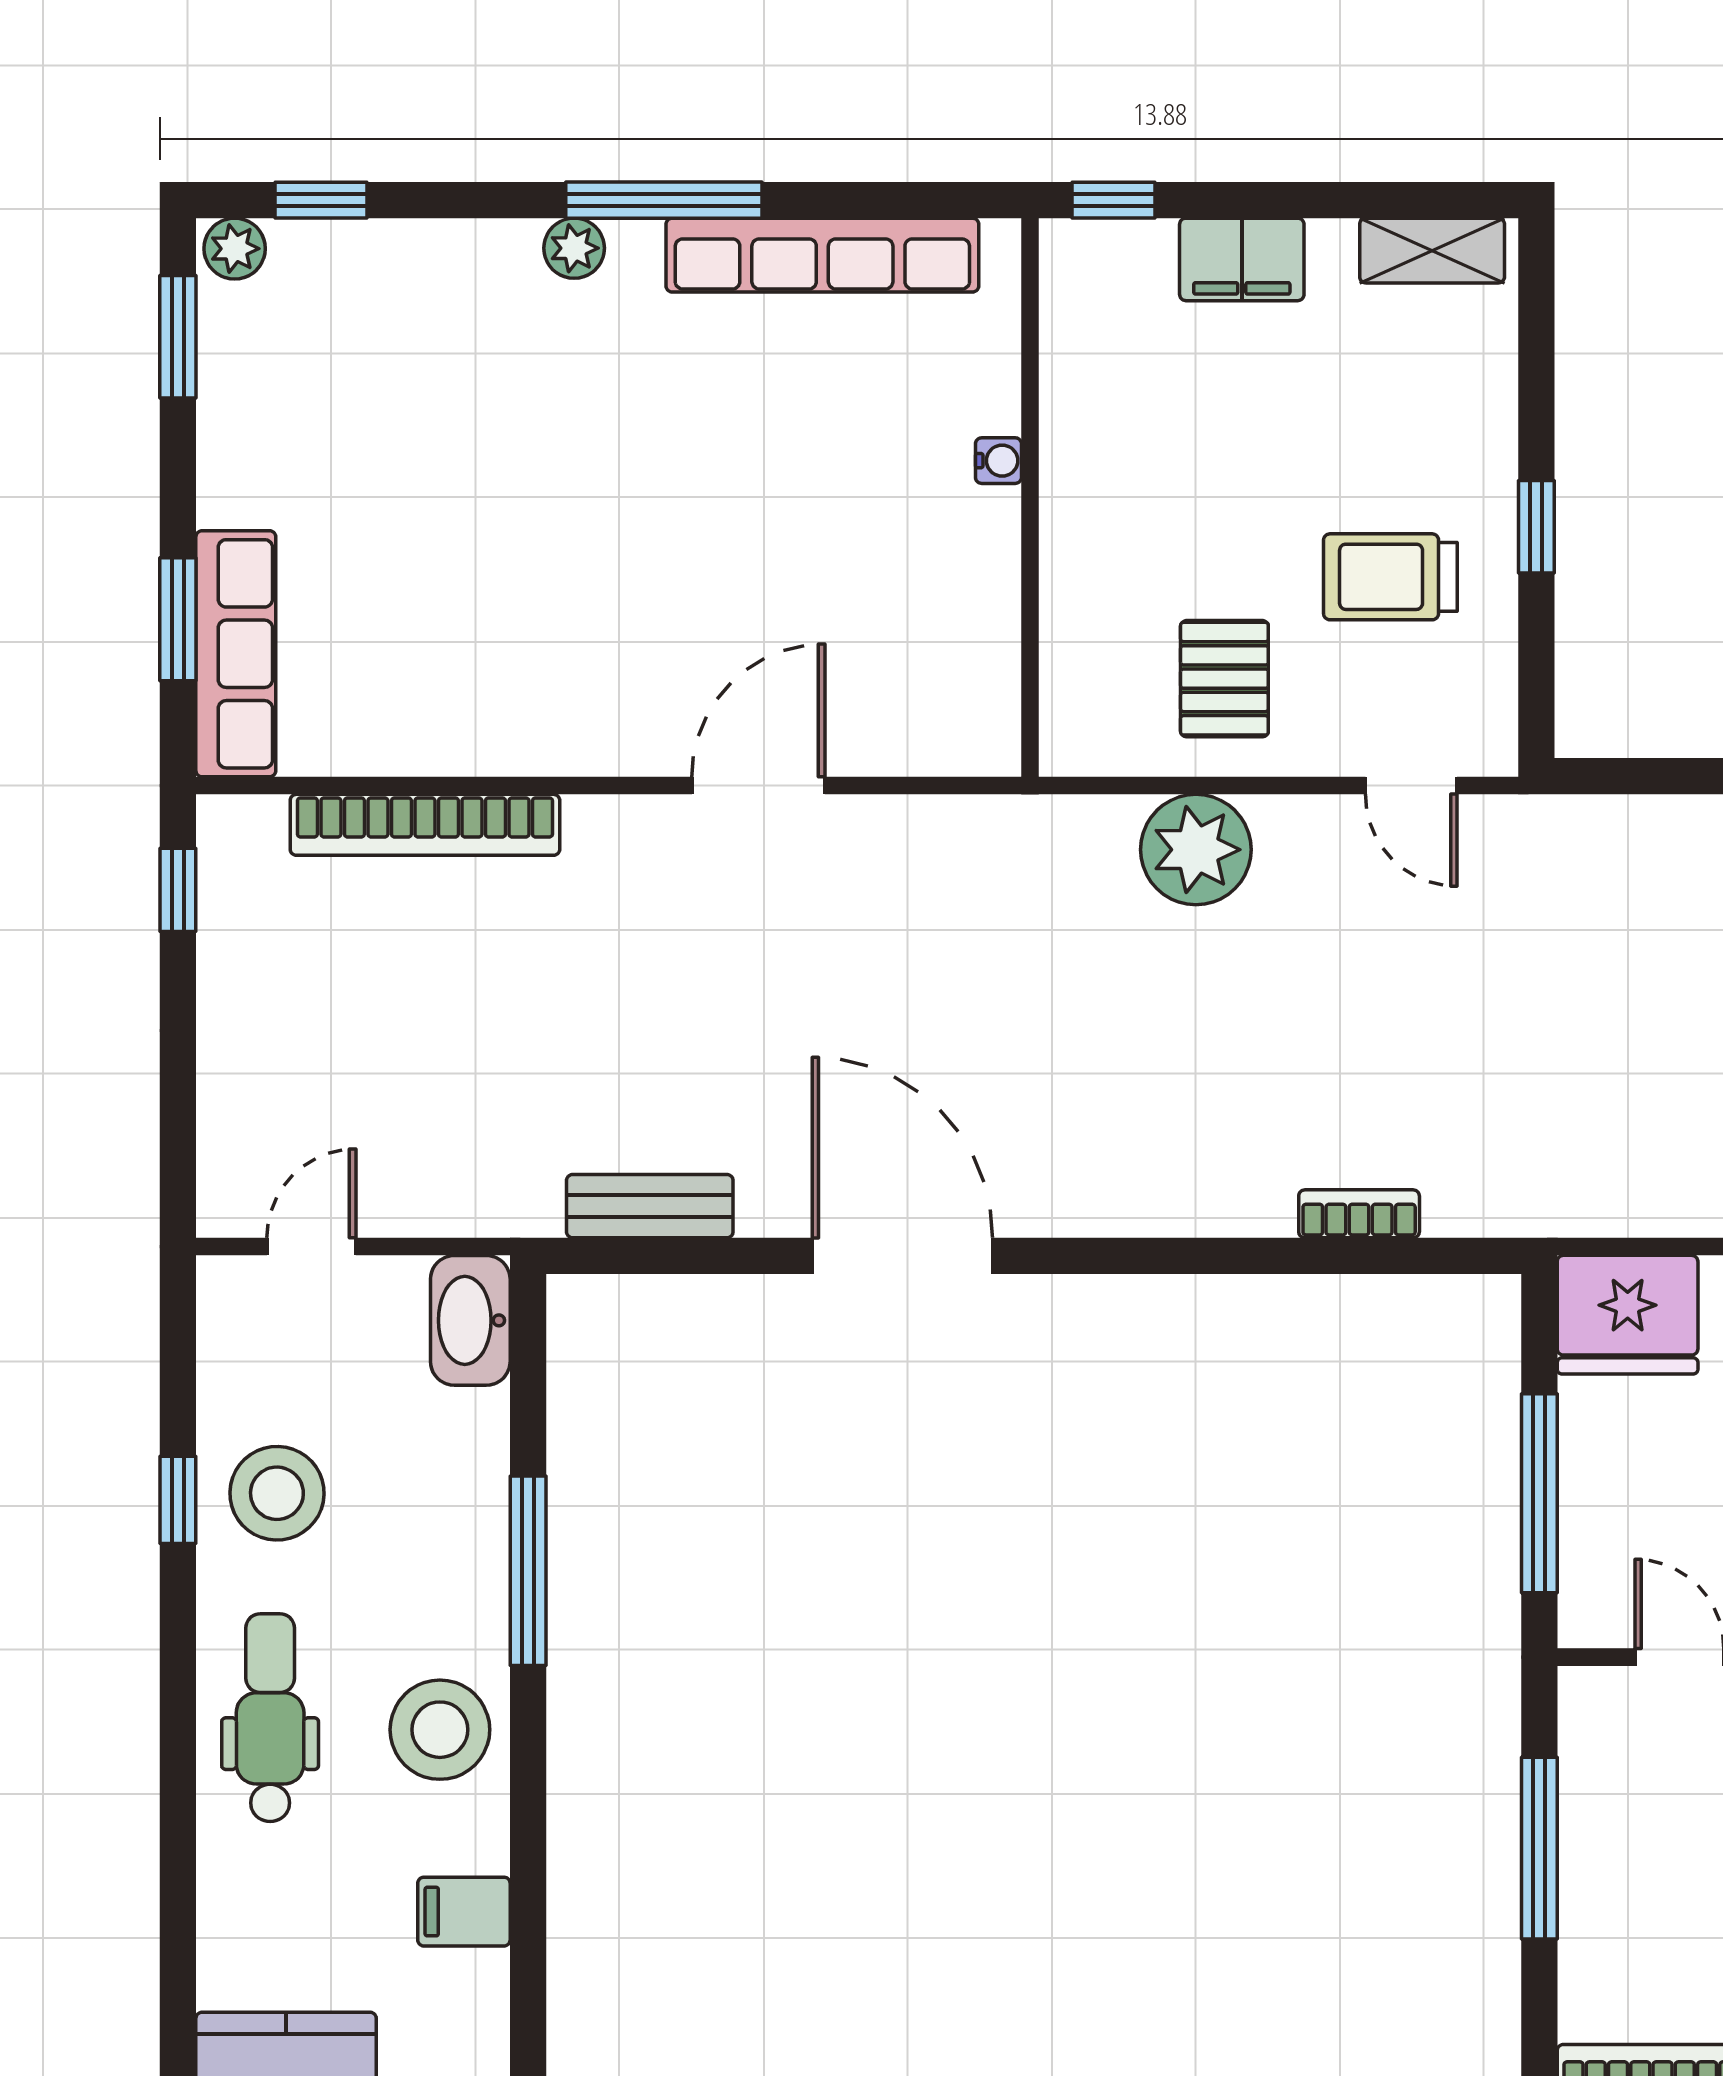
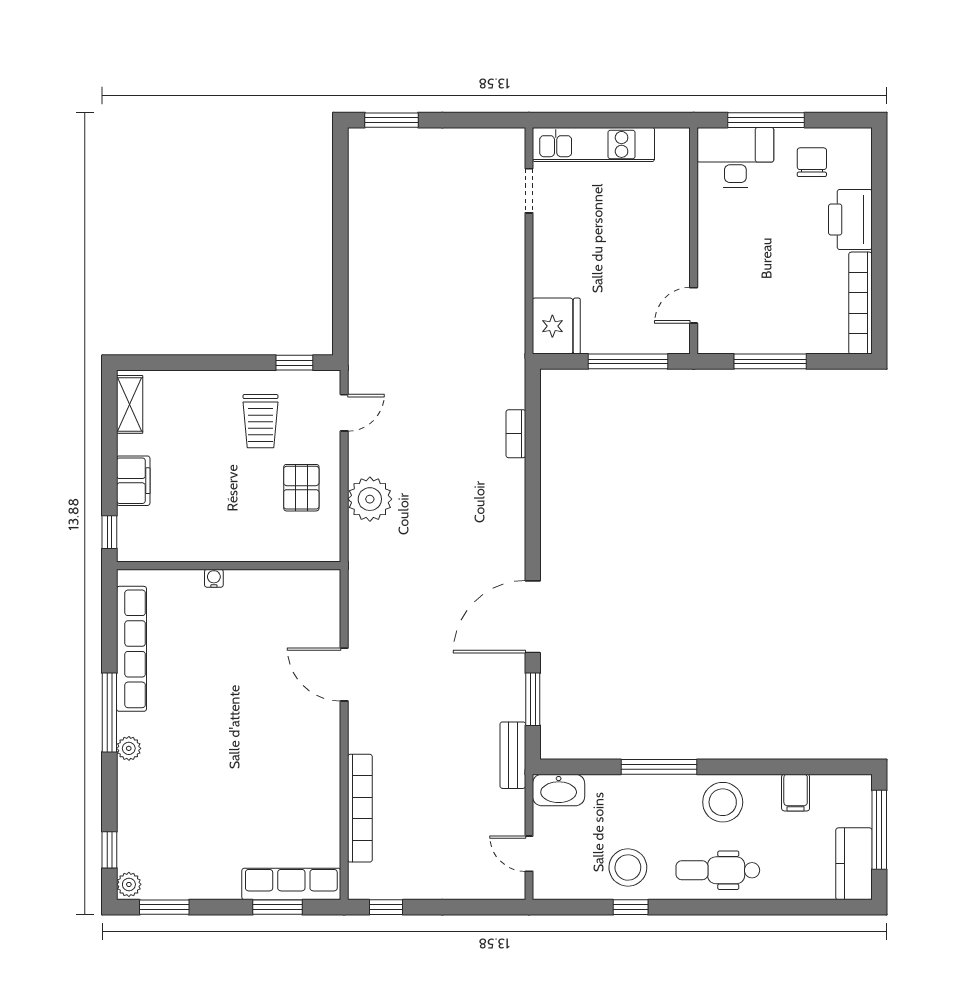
window: (1536, 527) -> (294, 363), moved
pallet: (1224, 679) -> (301, 488), turned 90
bench: (650, 1206) -> (513, 755), moved
window: (697, 1256) -> (533, 699), added

